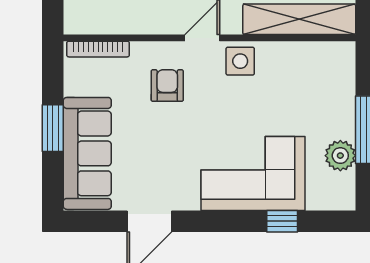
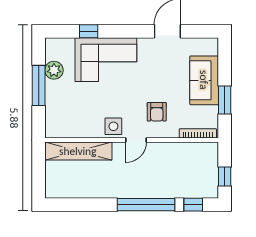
window: (53, 128) -> (225, 100), moved
sofa: (87, 153) -> (204, 80), width x0.73

